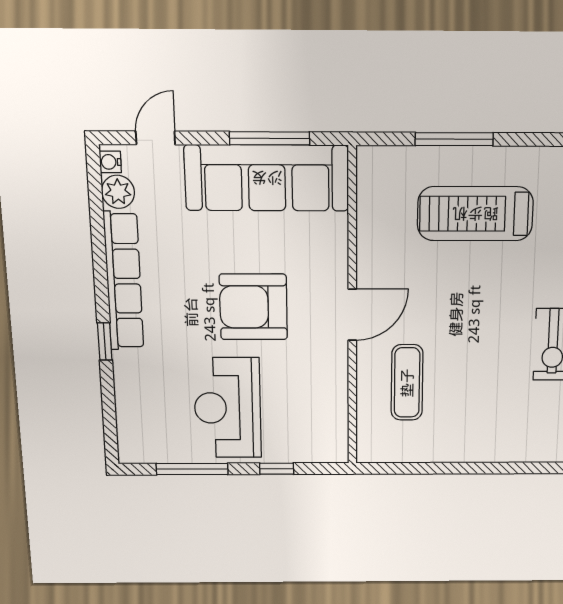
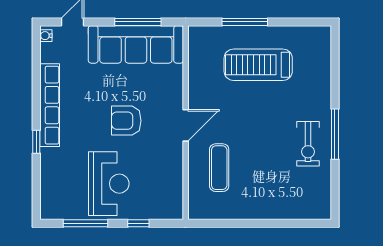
plant: (118, 192) -> (49, 53), removed
armchair: (253, 307) -> (126, 121), width x0.73, depth x0.73
reception desk: (228, 408) -> (109, 184), turned 180

